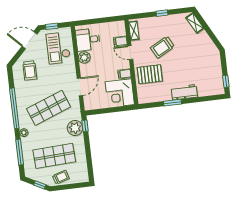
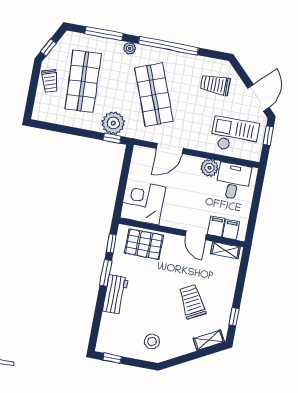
window: (162, 13) -> (234, 317), moved
trolley: (162, 47) -> (192, 302), moved
door: (130, 53) -> (196, 235), swing flipped
stool: (207, 59) -> (152, 341), added
filing cabinet: (125, 74) -> (231, 230), moved
pallet: (150, 74) -> (144, 244), moved, turned 90
door: (80, 87) -> (170, 148), hinge flipped
window: (152, 105) -> (111, 243), added

